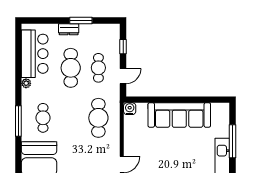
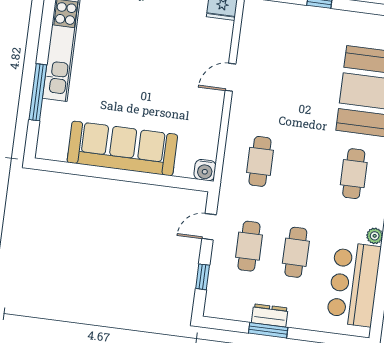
dresser: (69, 29) -> (270, 315), moved
cafe table: (71, 68) -> (296, 252), width x0.73, depth x0.74
cafe table: (98, 118) -> (260, 161), width x0.73, depth x0.74

